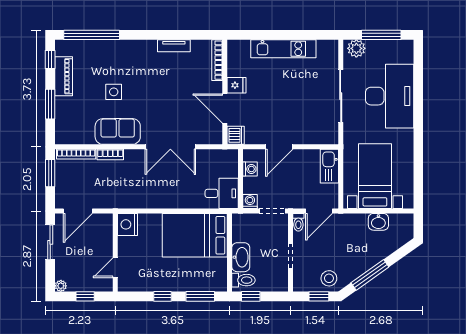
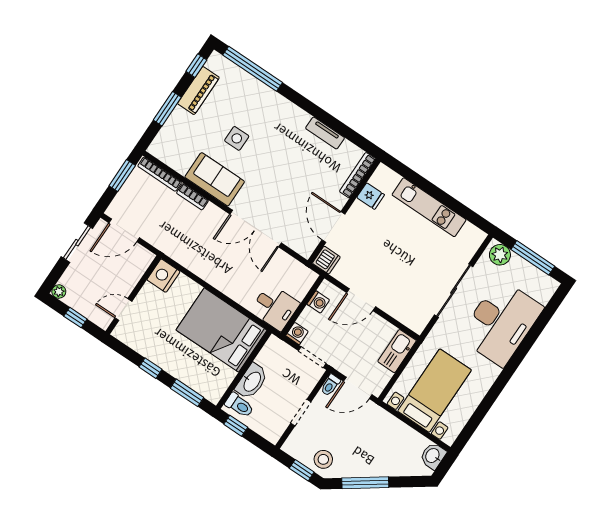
fridge: (236, 85) -> (371, 196), moved
washbasin: (378, 222) -> (433, 456), moved, turned 90

